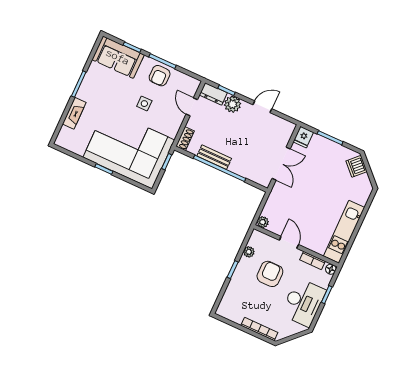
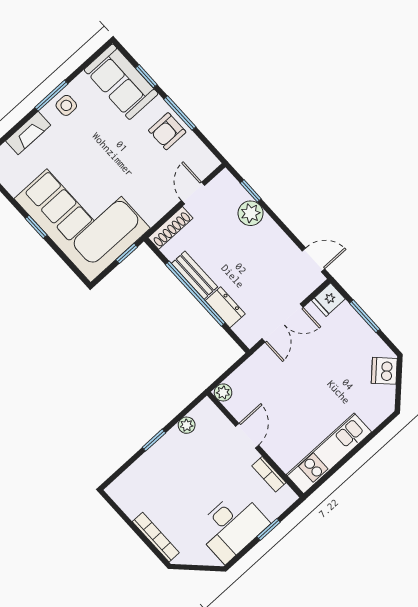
dresser: (213, 94) -> (225, 307), moved, turned 180
side table: (144, 104) -> (66, 105), moved
door: (262, 107) -> (313, 260), moved
shoe rack: (185, 139) -> (170, 228), width x1.43
floor lamp: (331, 269) -> (289, 497), removed
armchair: (270, 274) -> (203, 468), removed

